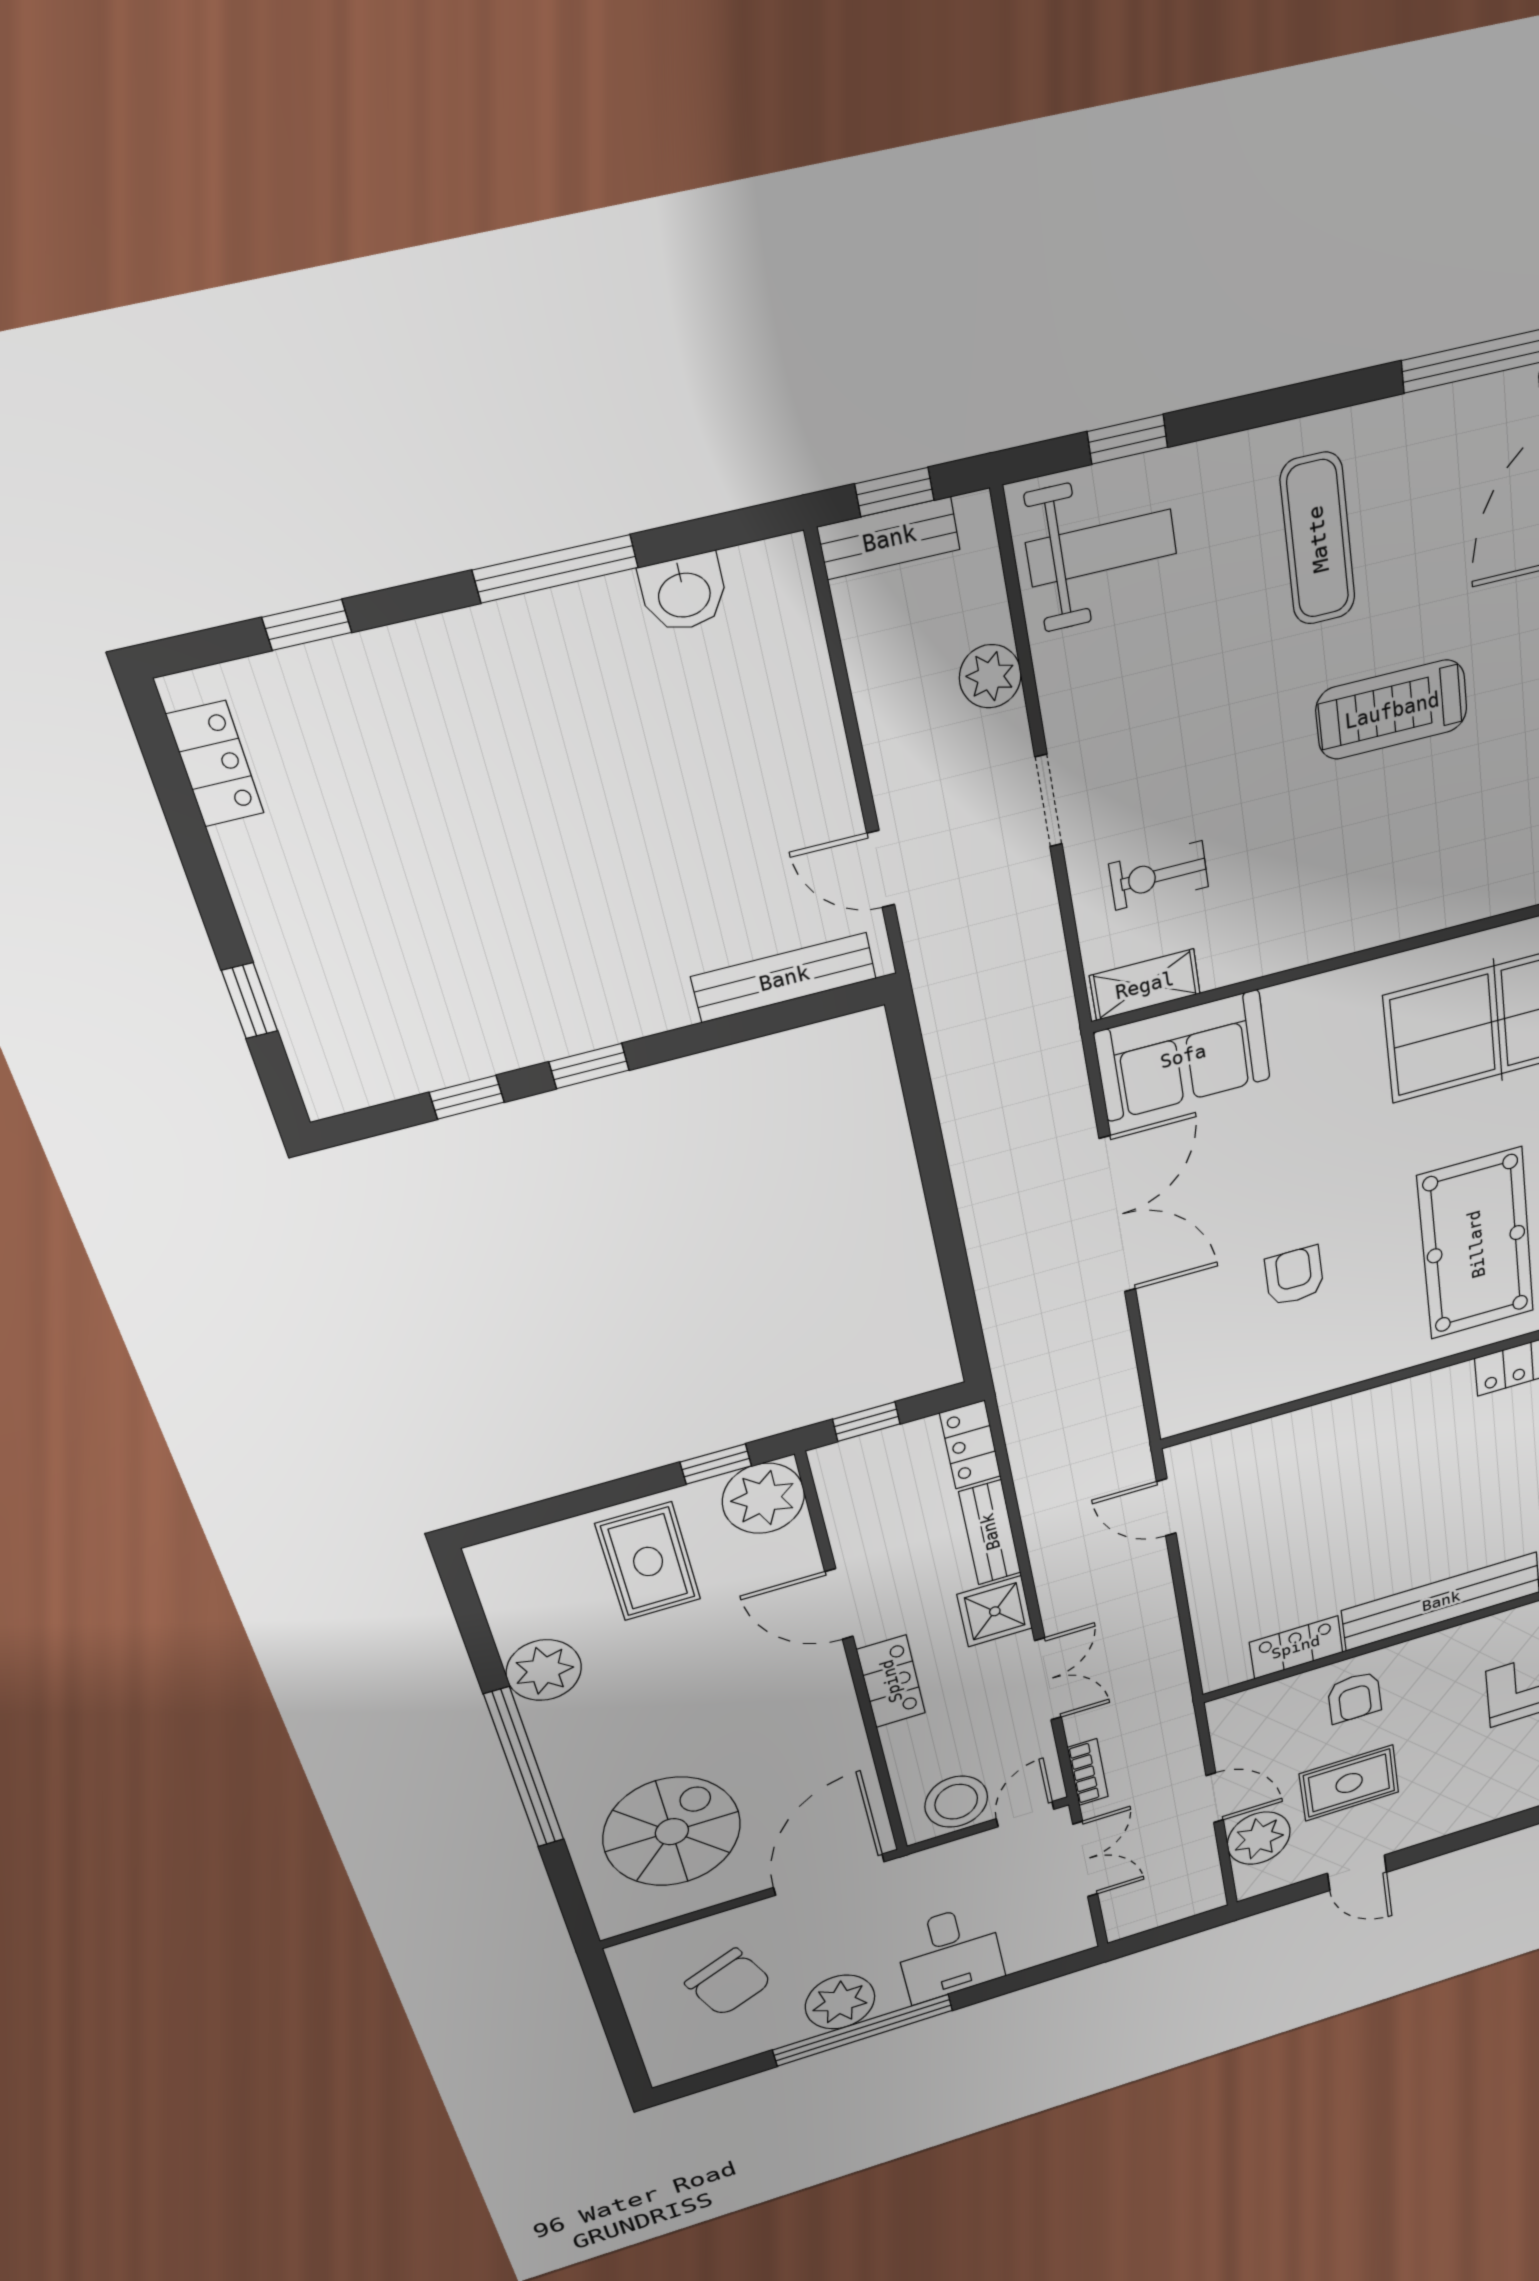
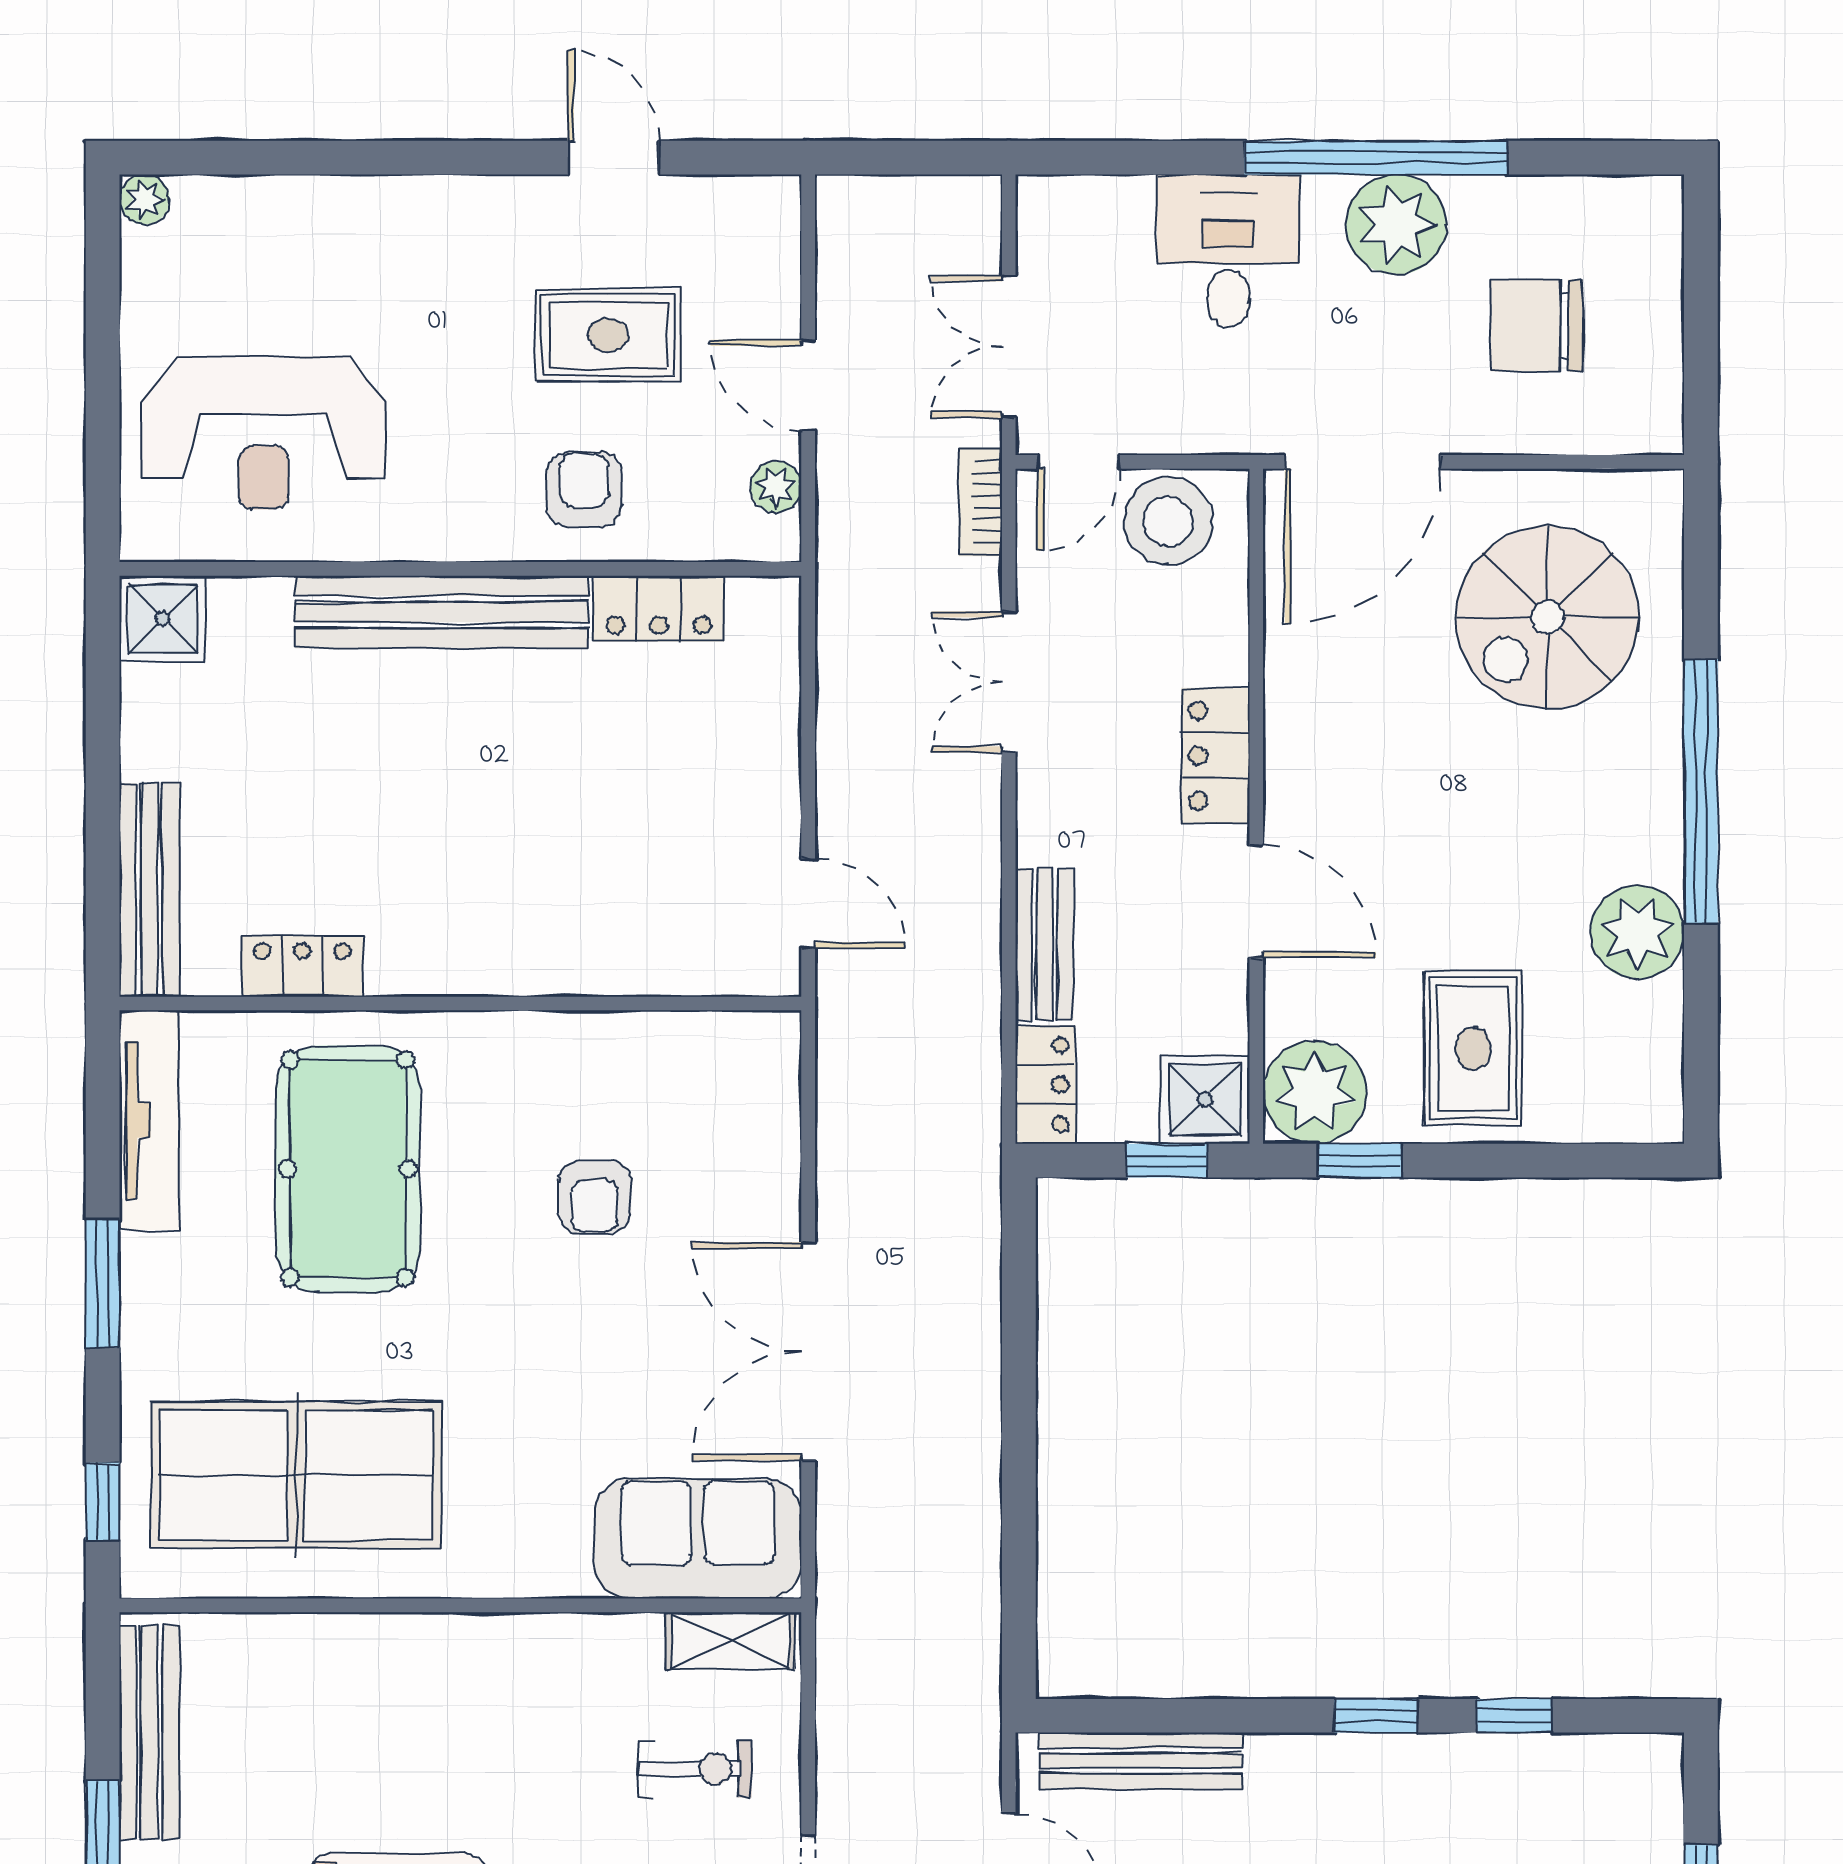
shower: (995, 1611) -> (1205, 1099), moved
plant: (1259, 1838) -> (776, 487), moved, width x0.53, depth x0.53
chair: (729, 1982) -> (1537, 326), turned -67

